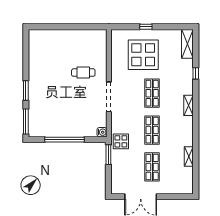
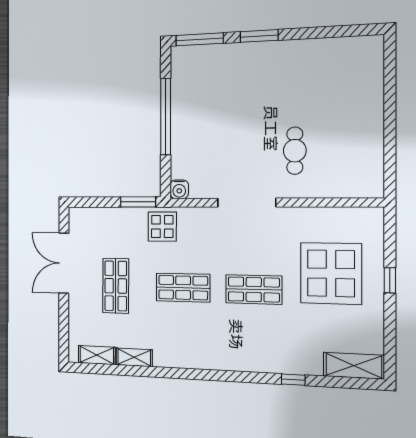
shelving: (189, 105) -> (97, 355), moved
shop shelf: (152, 167) -> (116, 286), turned 90

